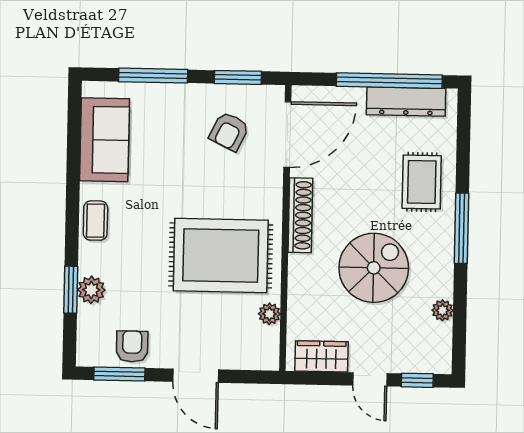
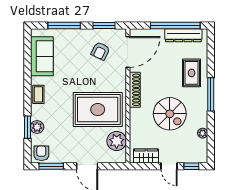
spiral stairs: (374, 268) -> (170, 114), turned 90
plant: (269, 314) -> (117, 141), width x1.87, depth x1.87
armchair: (132, 346) -> (41, 153), moved

